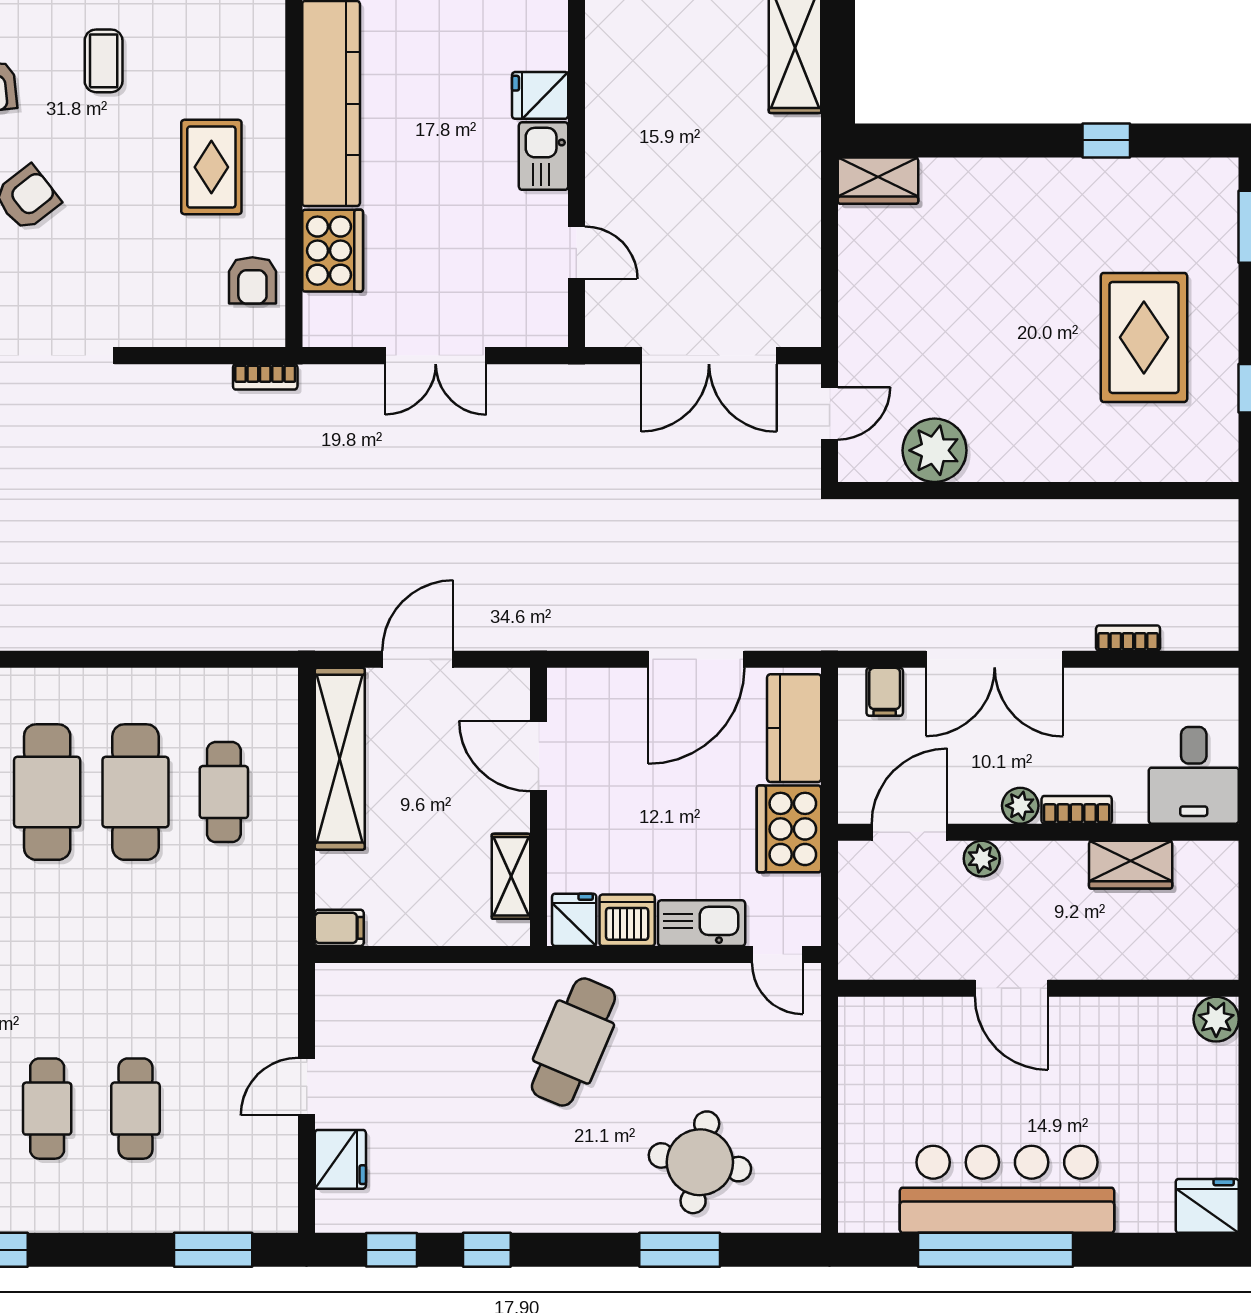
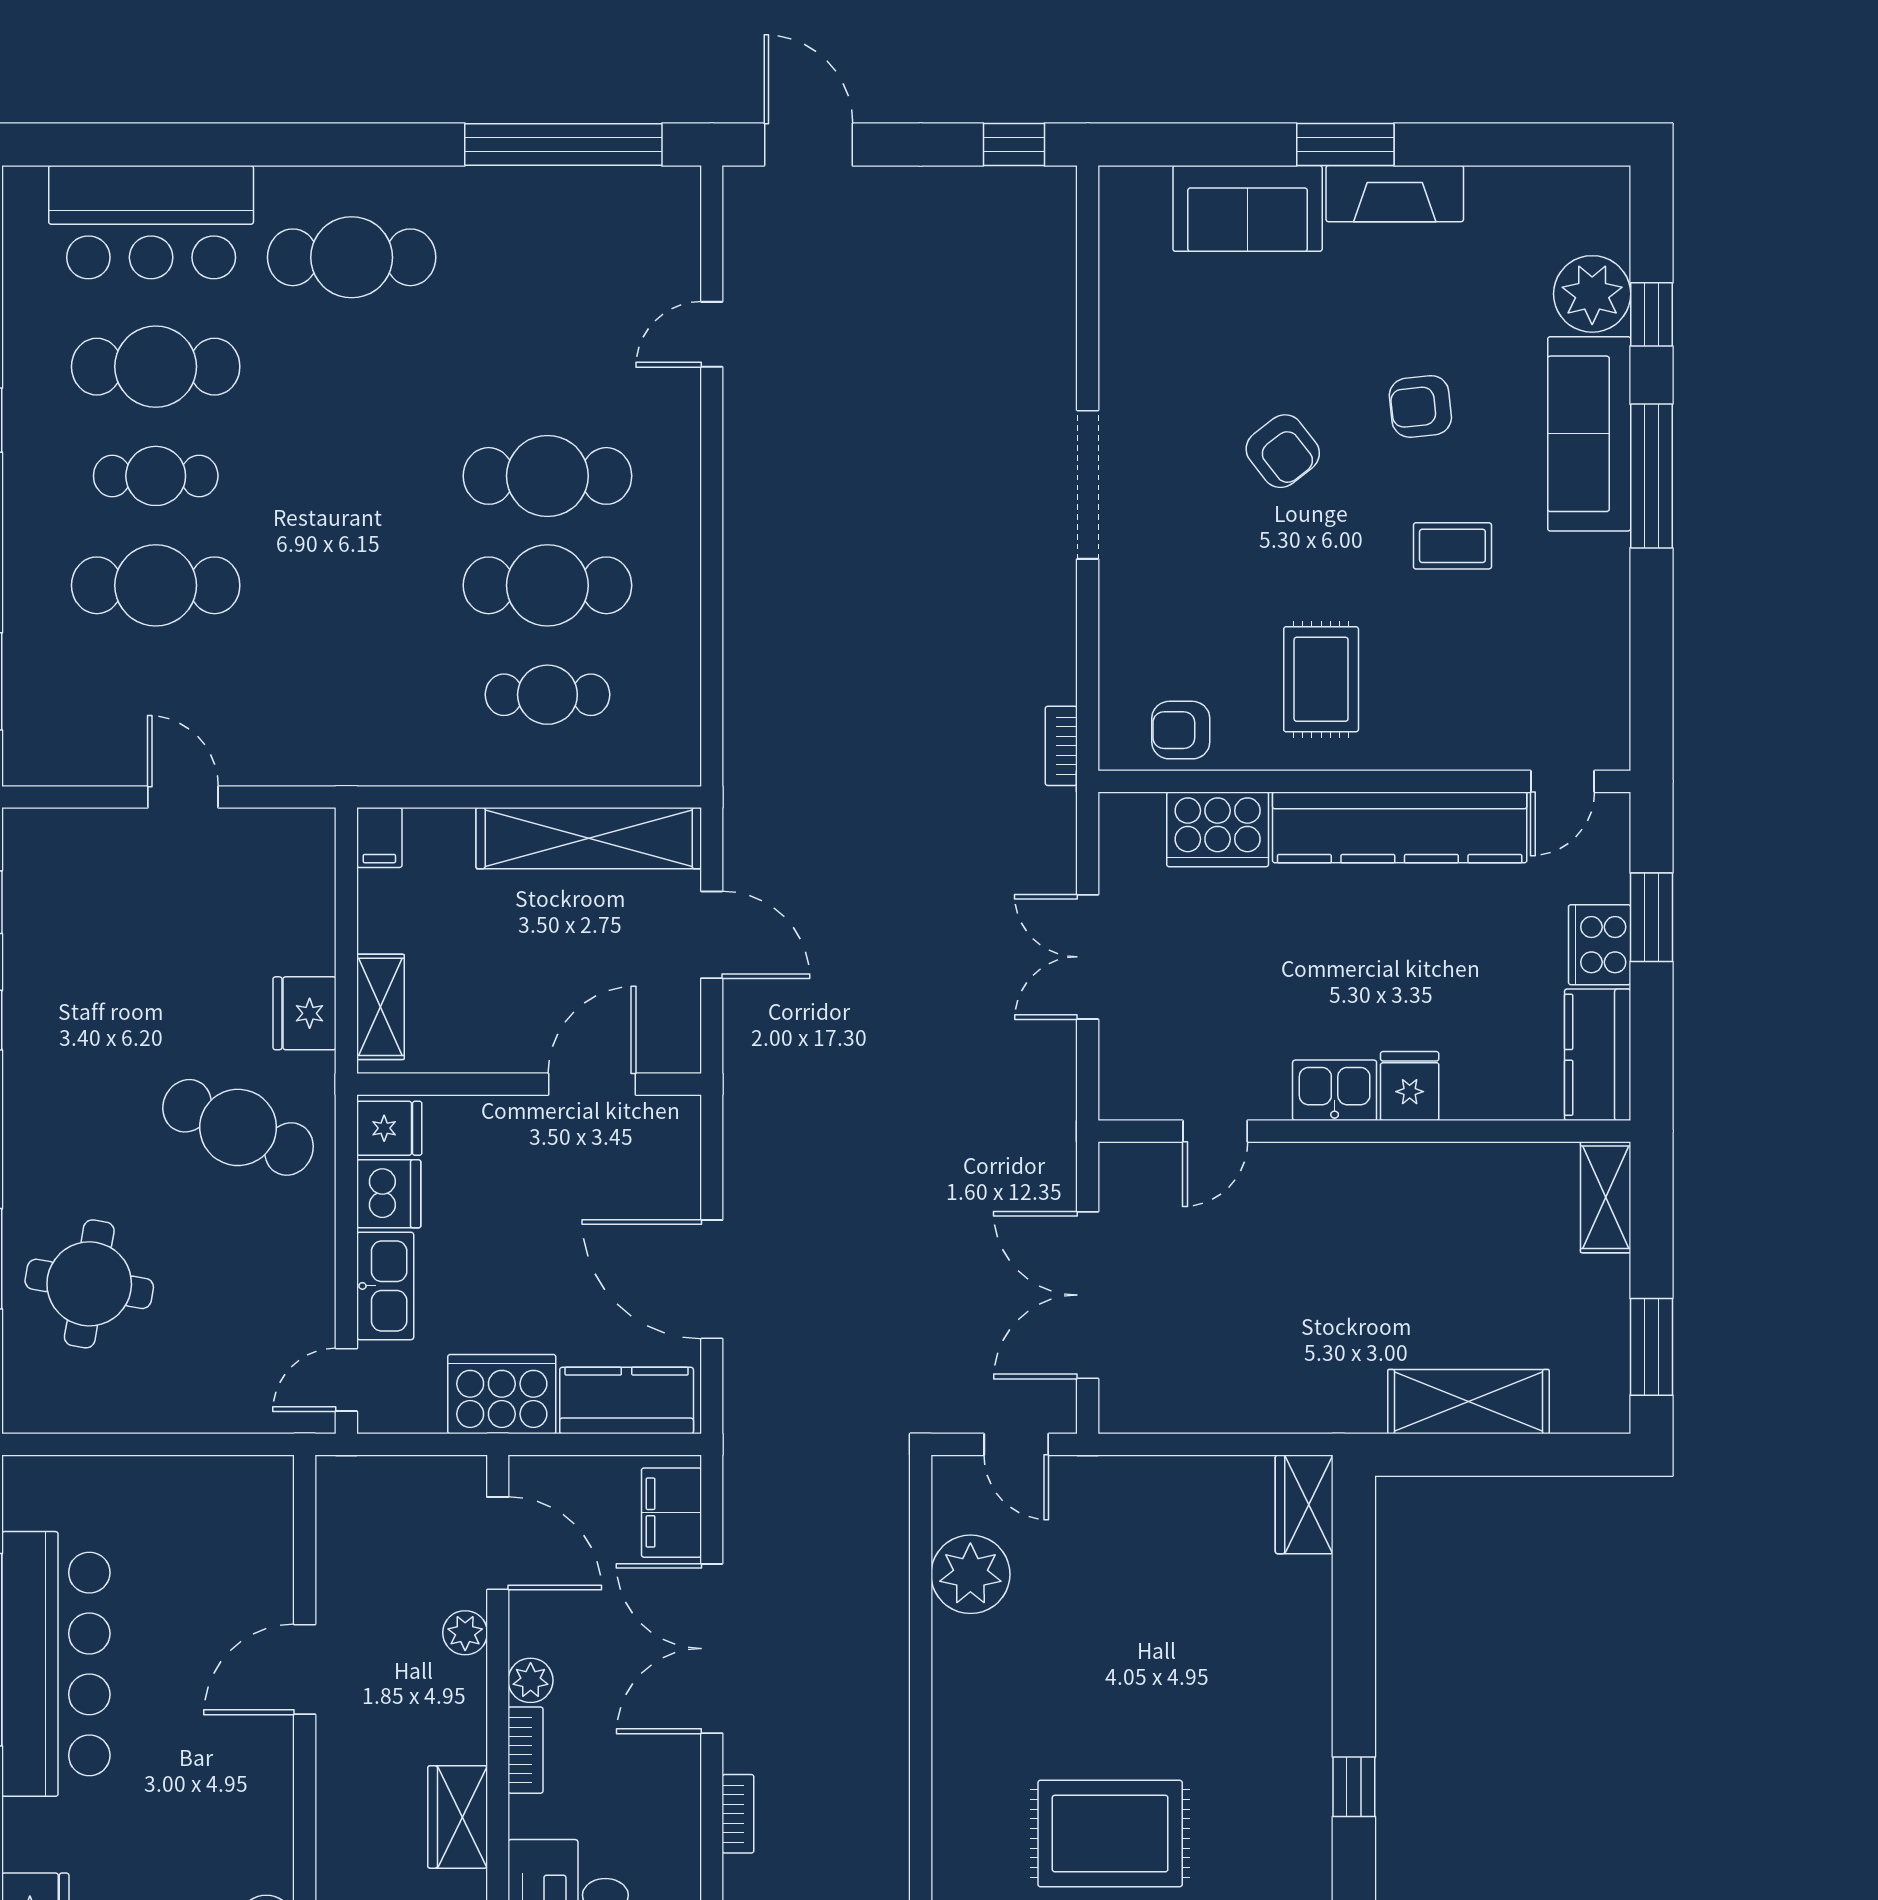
rug: (211, 167) -> (1321, 679), turned 90
filing cabinet: (885, 692) -> (671, 1513), width x2.00
shelving: (511, 876) -> (381, 1007), moved, turned 90
cafe table: (135, 1109) -> (156, 585), width x1.37, depth x1.35
fridge: (340, 1159) -> (304, 1013), moved, turned 90

